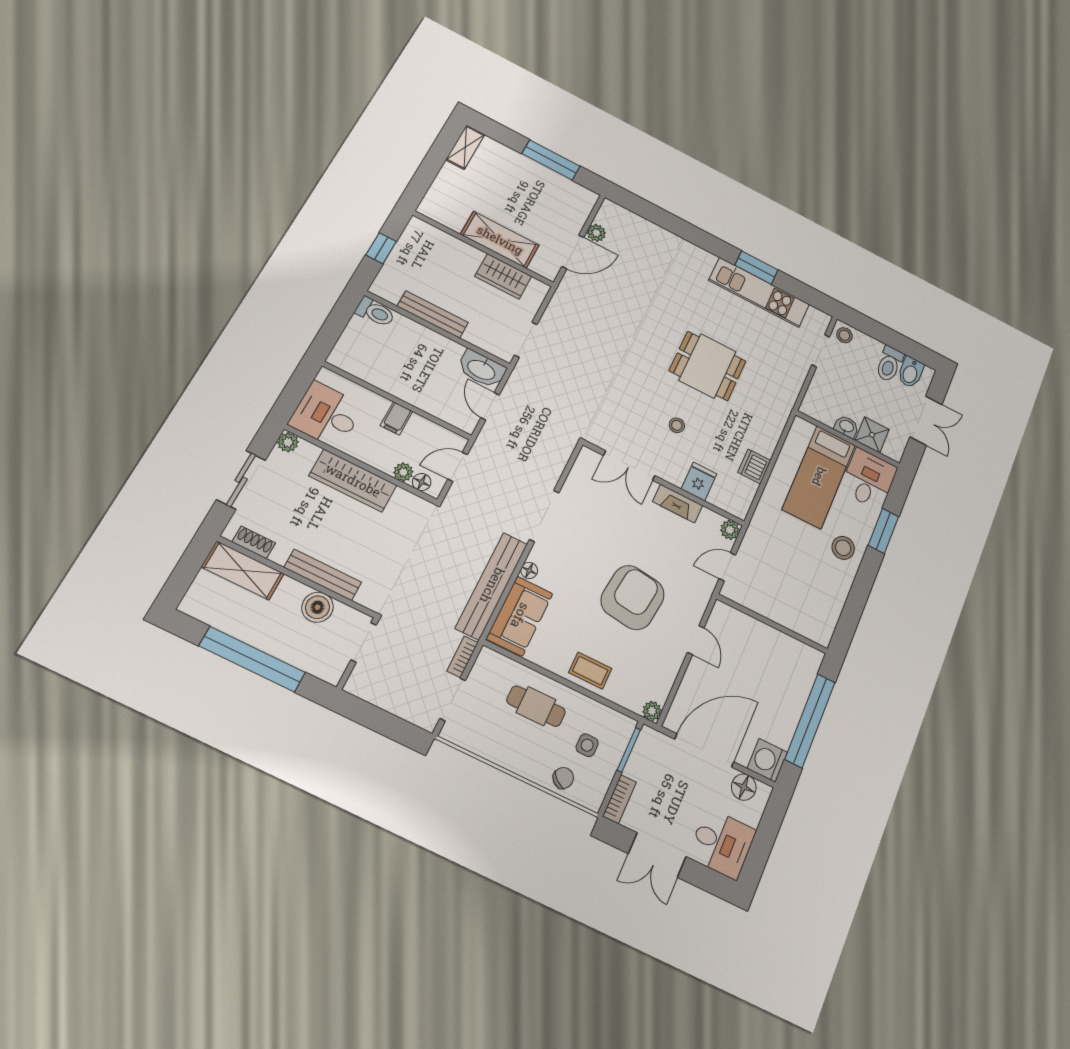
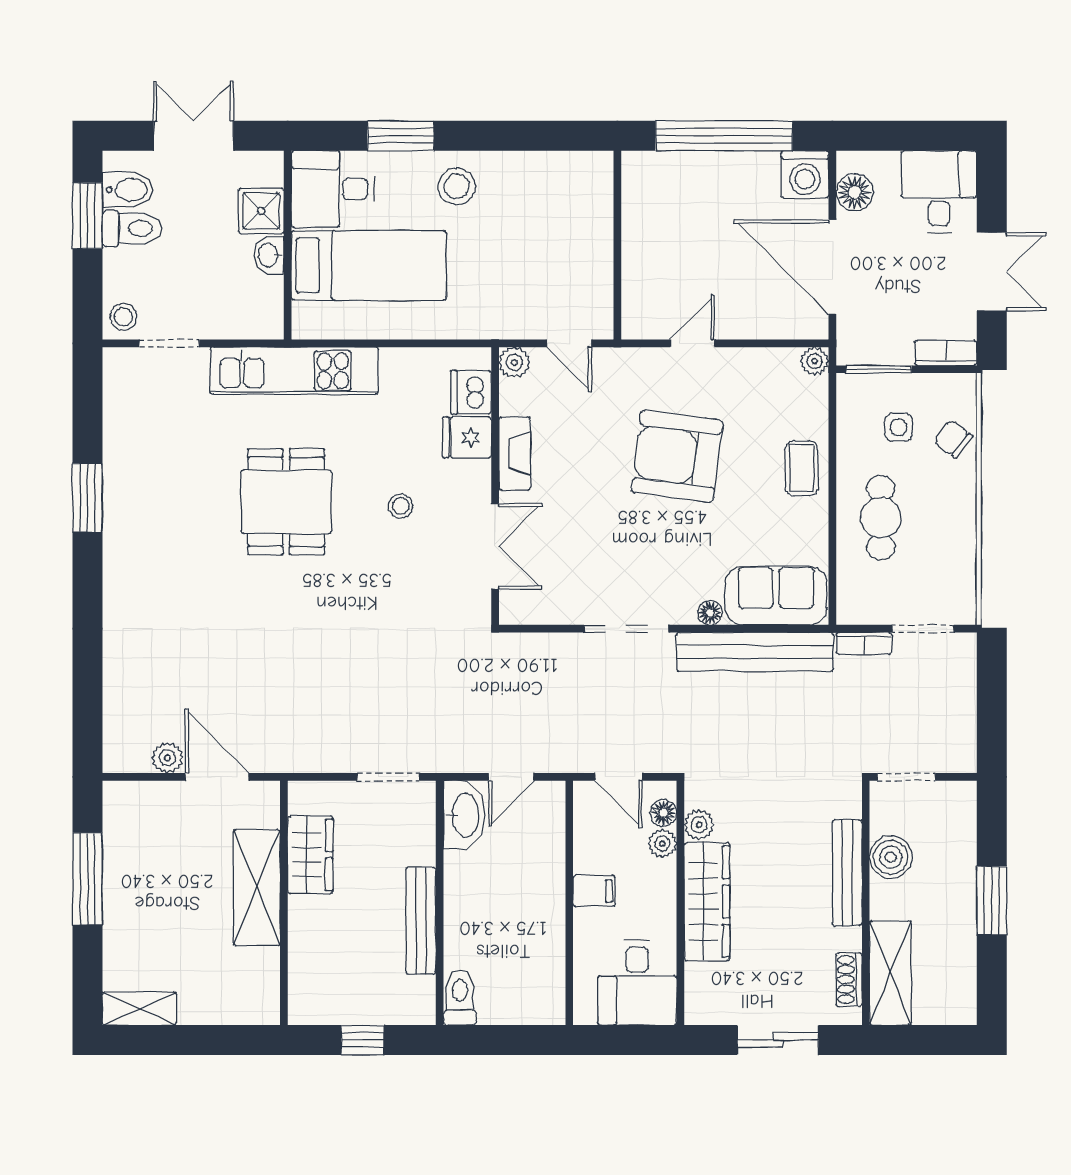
kitchen unit: (759, 292) -> (294, 371), moved, turned 90
window: (905, 345) -> (88, 216), added
plant: (288, 442) -> (699, 825), moved
dishwasher: (754, 466) -> (471, 392), moved, turned 90
window: (252, 659) -> (992, 901), width x0.47

